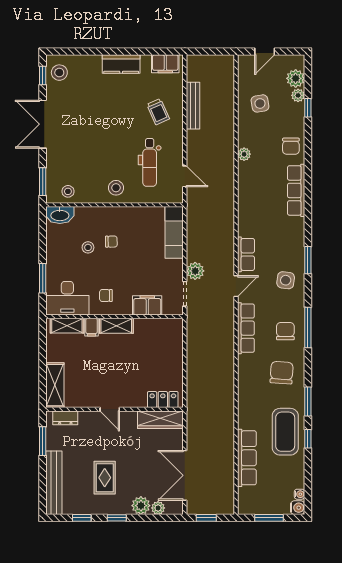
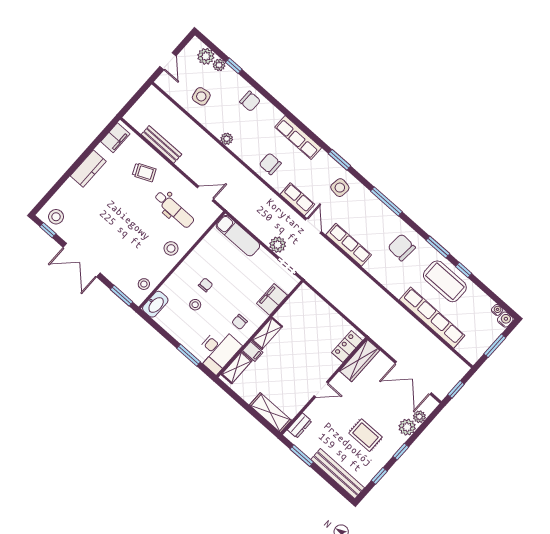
row of seats: (296, 190) -> (298, 138), moved
chair: (285, 331) -> (270, 164), moved
row of seats: (247, 458) -> (432, 318), width x1.36

